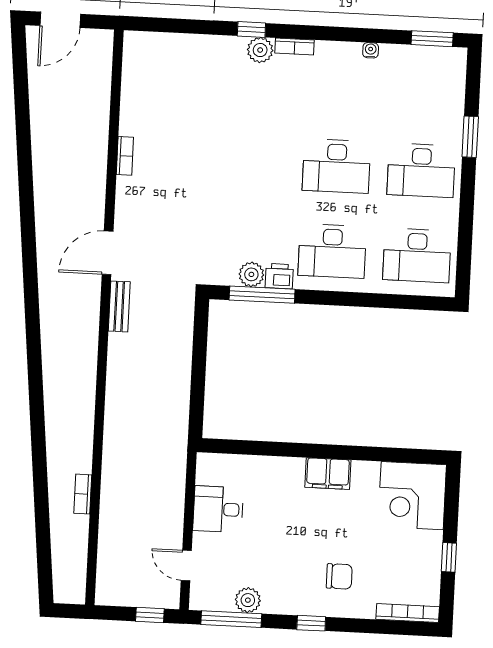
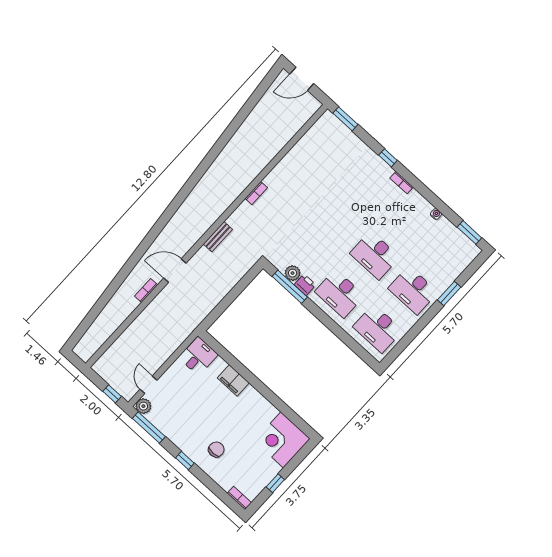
window: (157, 25) -> (345, 119), added
plant: (260, 50) -> (384, 171), removed
bookcase: (125, 156) -> (256, 193), moved
door: (108, 253) -> (175, 271), moved
filing cabinet: (328, 474) -> (233, 380), moved
bookcase: (83, 494) -> (146, 291), moved
desk: (218, 509) -> (198, 356), moved, turned 90
chair: (339, 576) -> (216, 449), turned -90
plant: (248, 600) -> (143, 406), moved
bookcase: (408, 613) -> (239, 498), width x0.64

